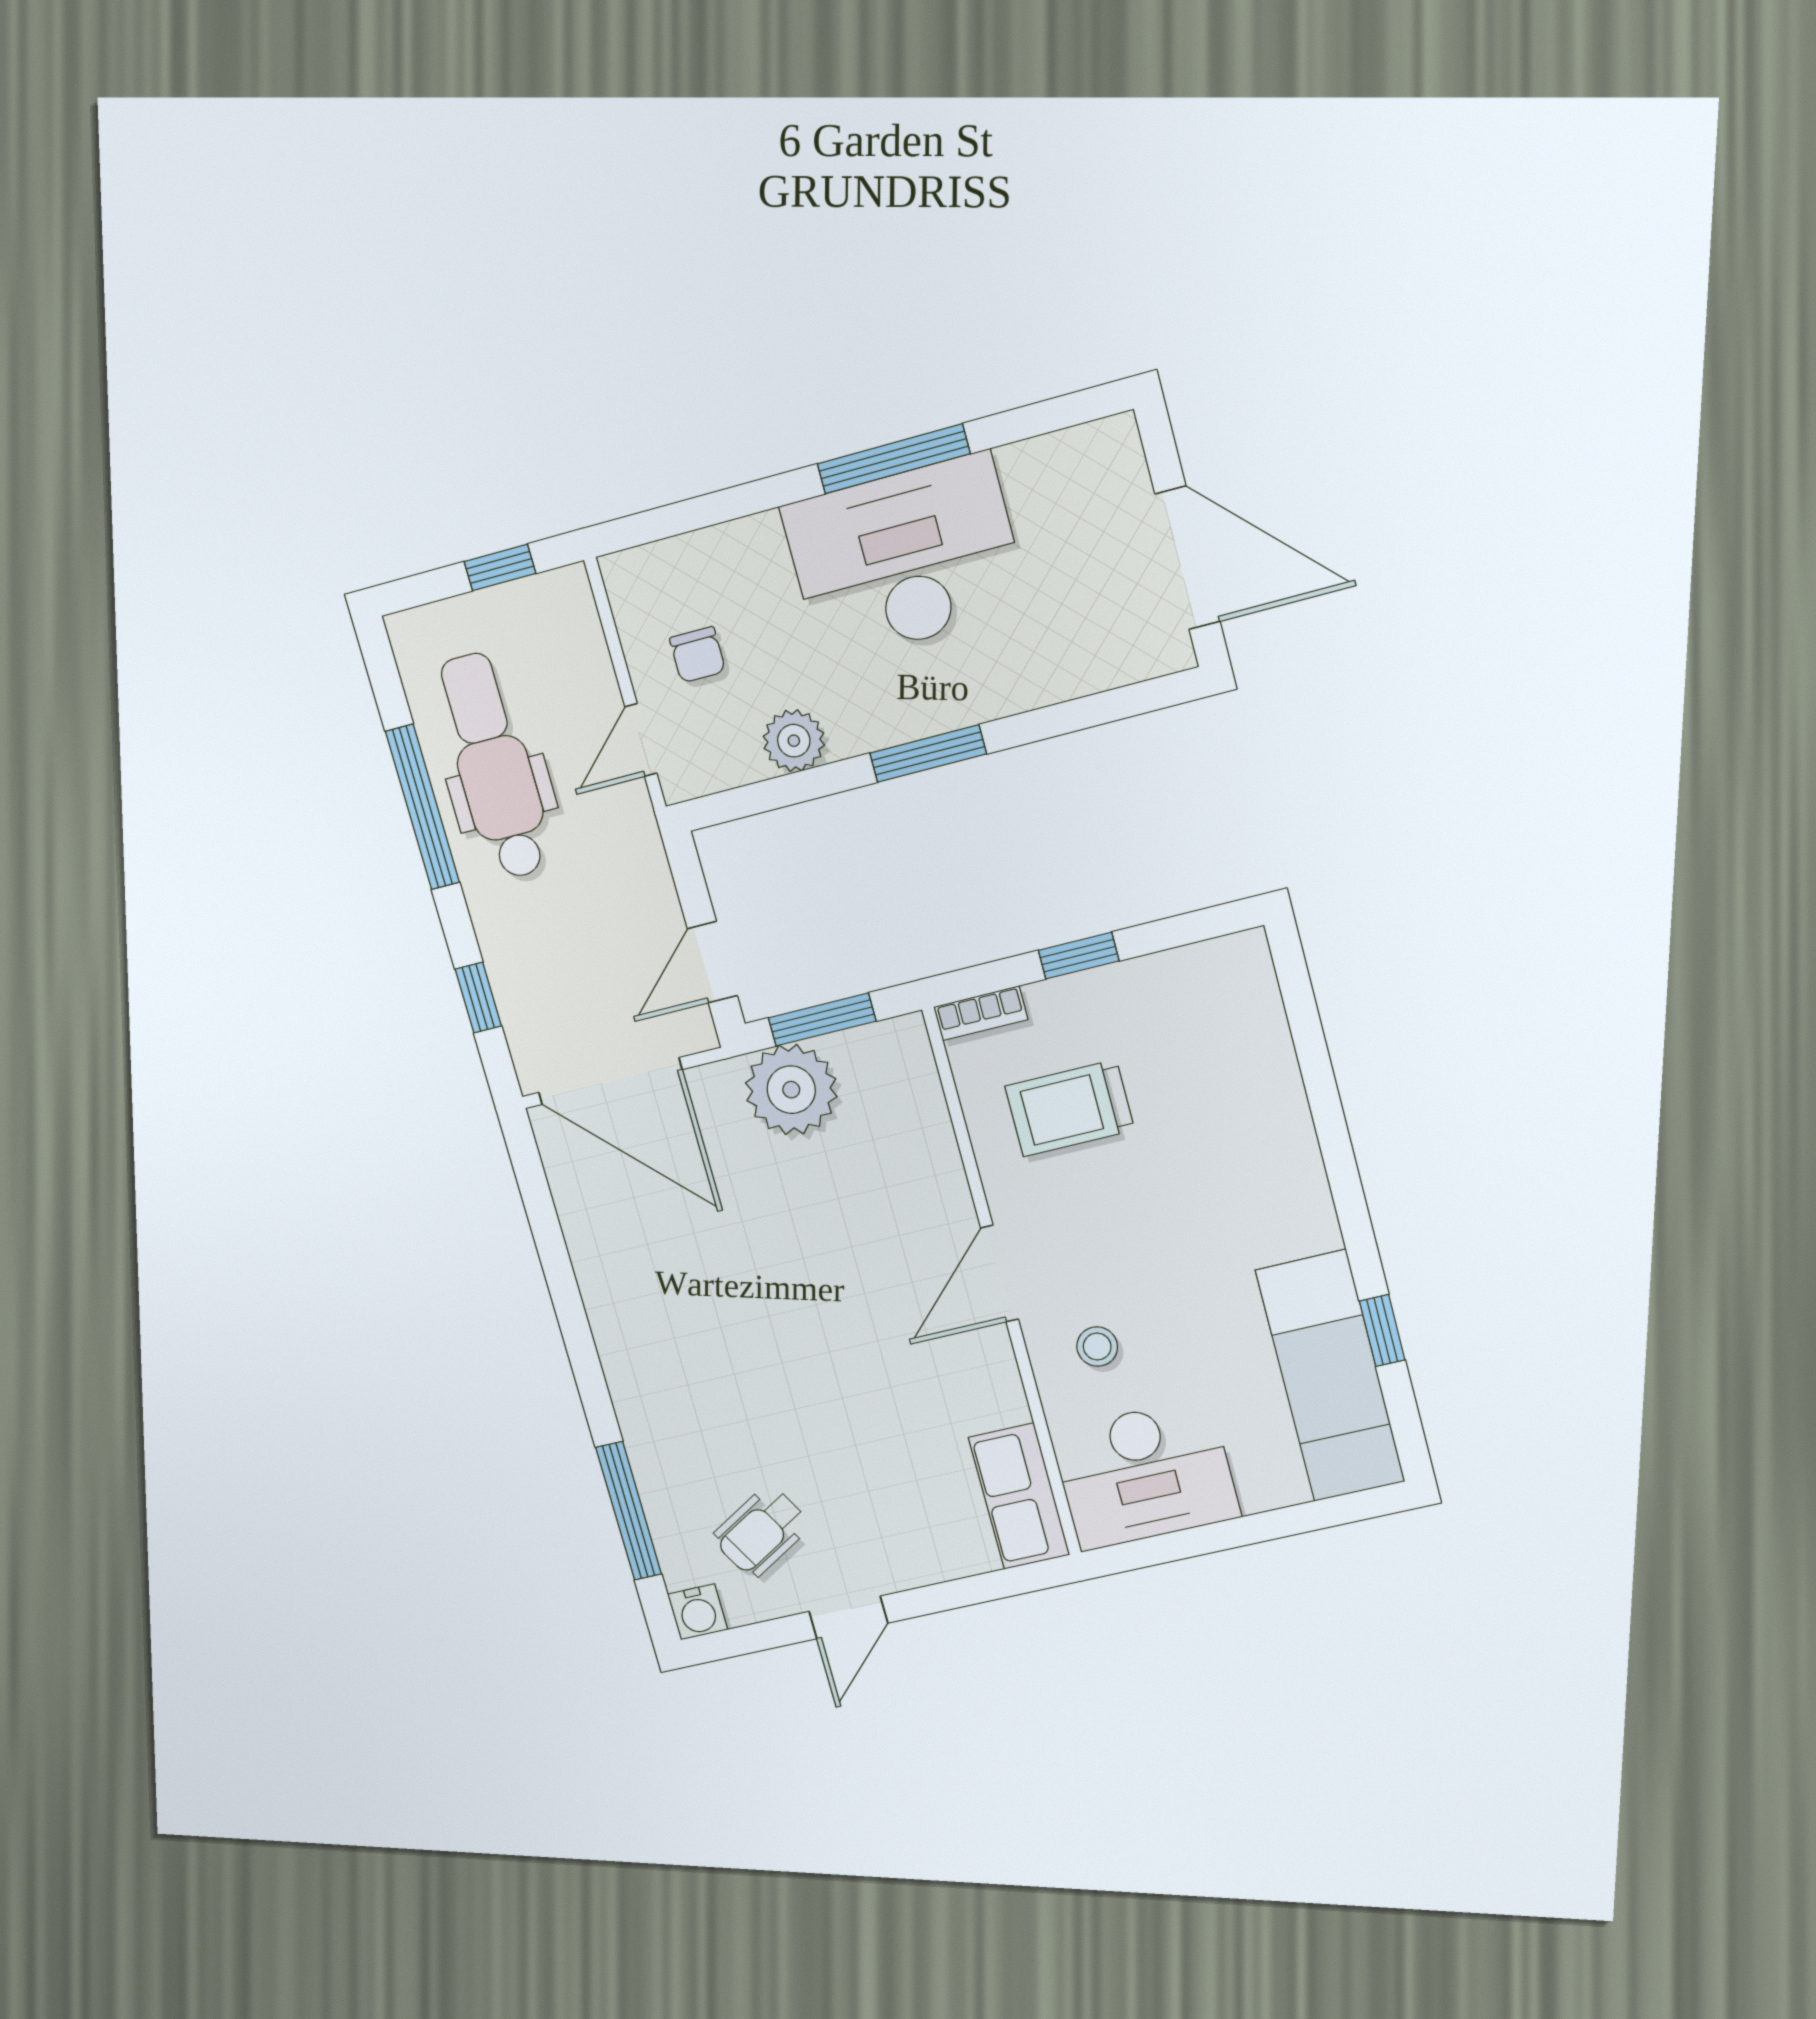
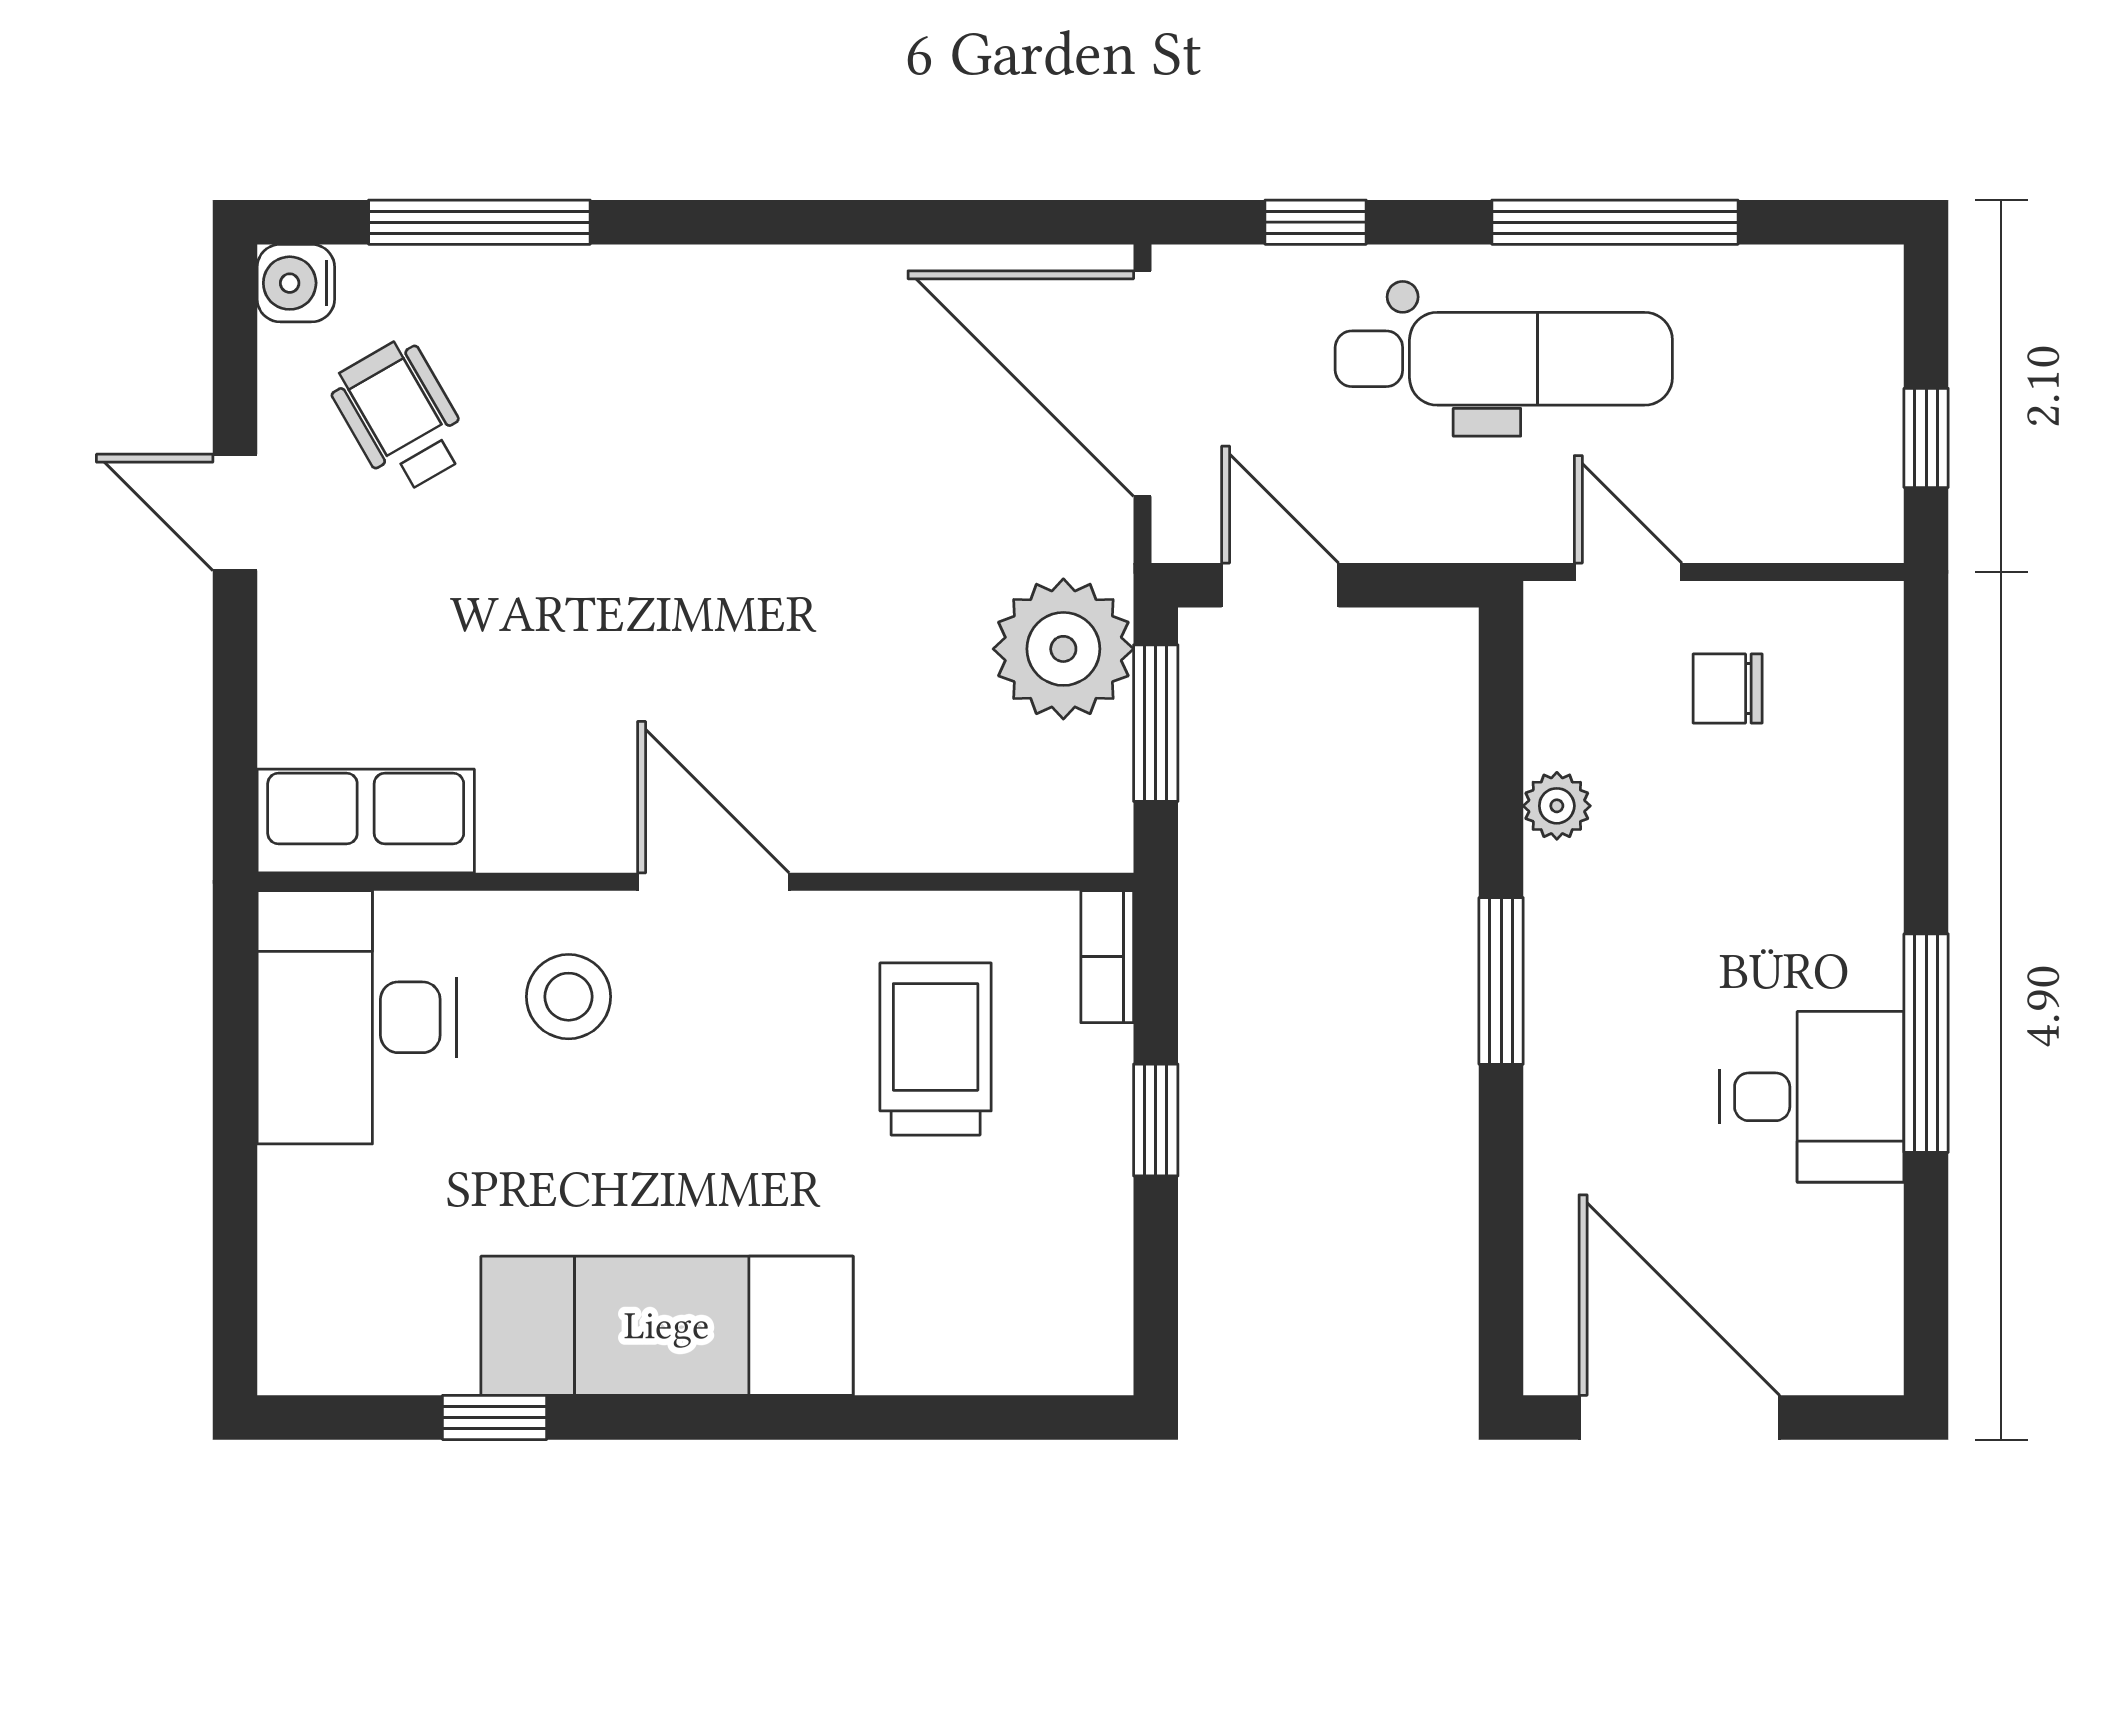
desk: (905, 558) -> (1812, 1097), width x0.53, depth x0.77
door: (1188, 558) -> (1679, 1417), swing flipped
plant: (794, 741) -> (1557, 806), width x0.73, depth x0.73
dental chair: (494, 766) -> (1504, 359), moved
door: (610, 1081) -> (1142, 384), hinge flipped
stool: (1097, 1347) -> (569, 997), width x1.37, depth x1.37
exam couch: (1330, 1376) -> (667, 1326), moved

